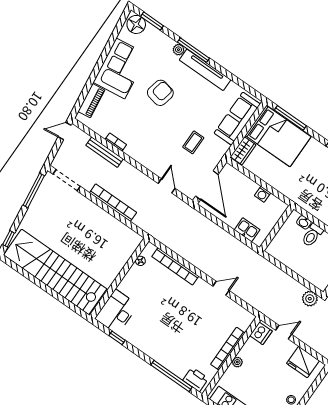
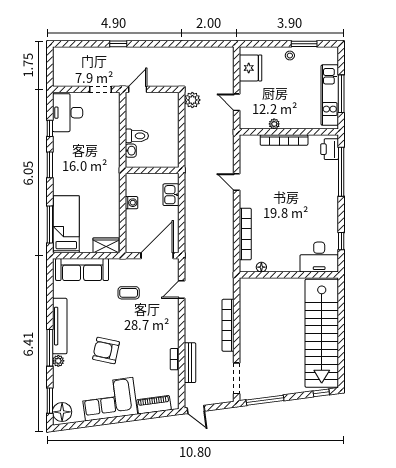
bed: (278, 136) -> (66, 224), width x0.67
dishwasher: (261, 333) -> (251, 121), removed
plant: (237, 362) -> (274, 124), moved

